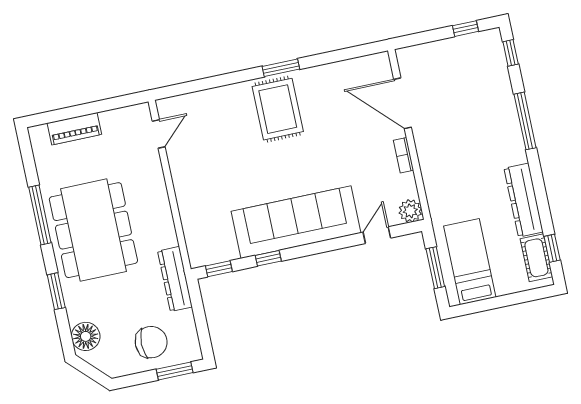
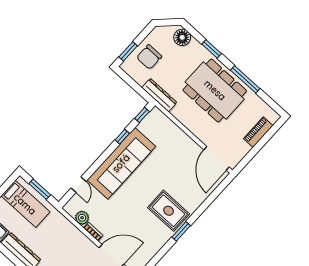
door: (159, 134) -> (217, 158), width x1.88
plant: (410, 211) -> (82, 218), moved

